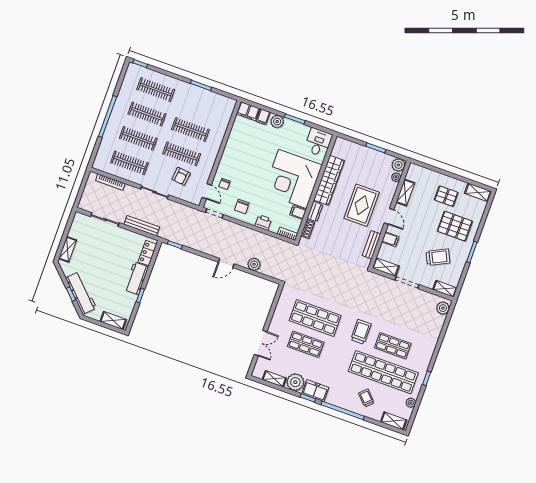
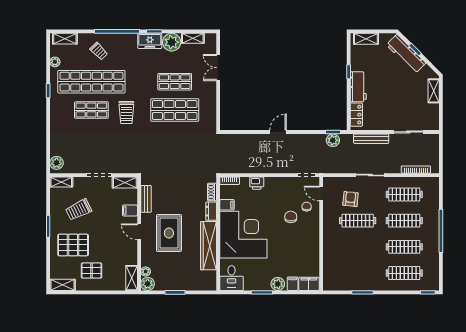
clothes rail: (190, 129) -> (358, 247), removed
shelving: (405, 193) -> (132, 278), moved
chair: (242, 207) -> (291, 217), moved
plant: (254, 264) -> (333, 140), moved

